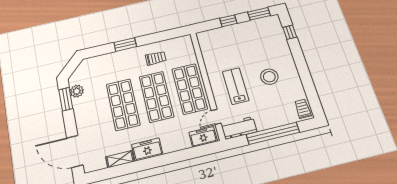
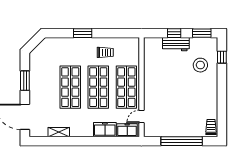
stool: (269, 77) -> (200, 65), moved
lab bench: (236, 86) -> (164, 94), removed
plant: (77, 91) -> (35, 66), removed
window: (66, 99) -> (25, 81), moved
workbench: (239, 128) -> (176, 44), moved, turned 180
freezer: (147, 149) -> (105, 130), moved

